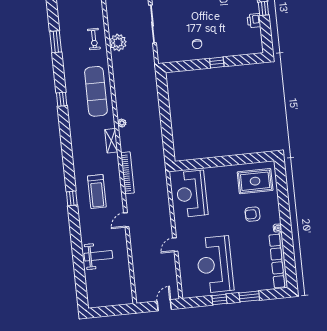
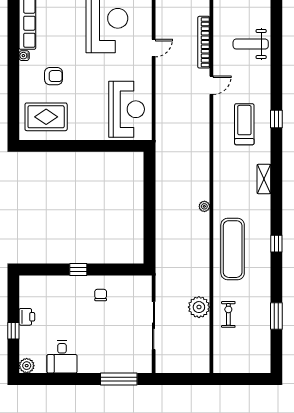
shelving: (111, 141) -> (264, 179), moved
bookcase: (127, 173) -> (204, 42), moved

